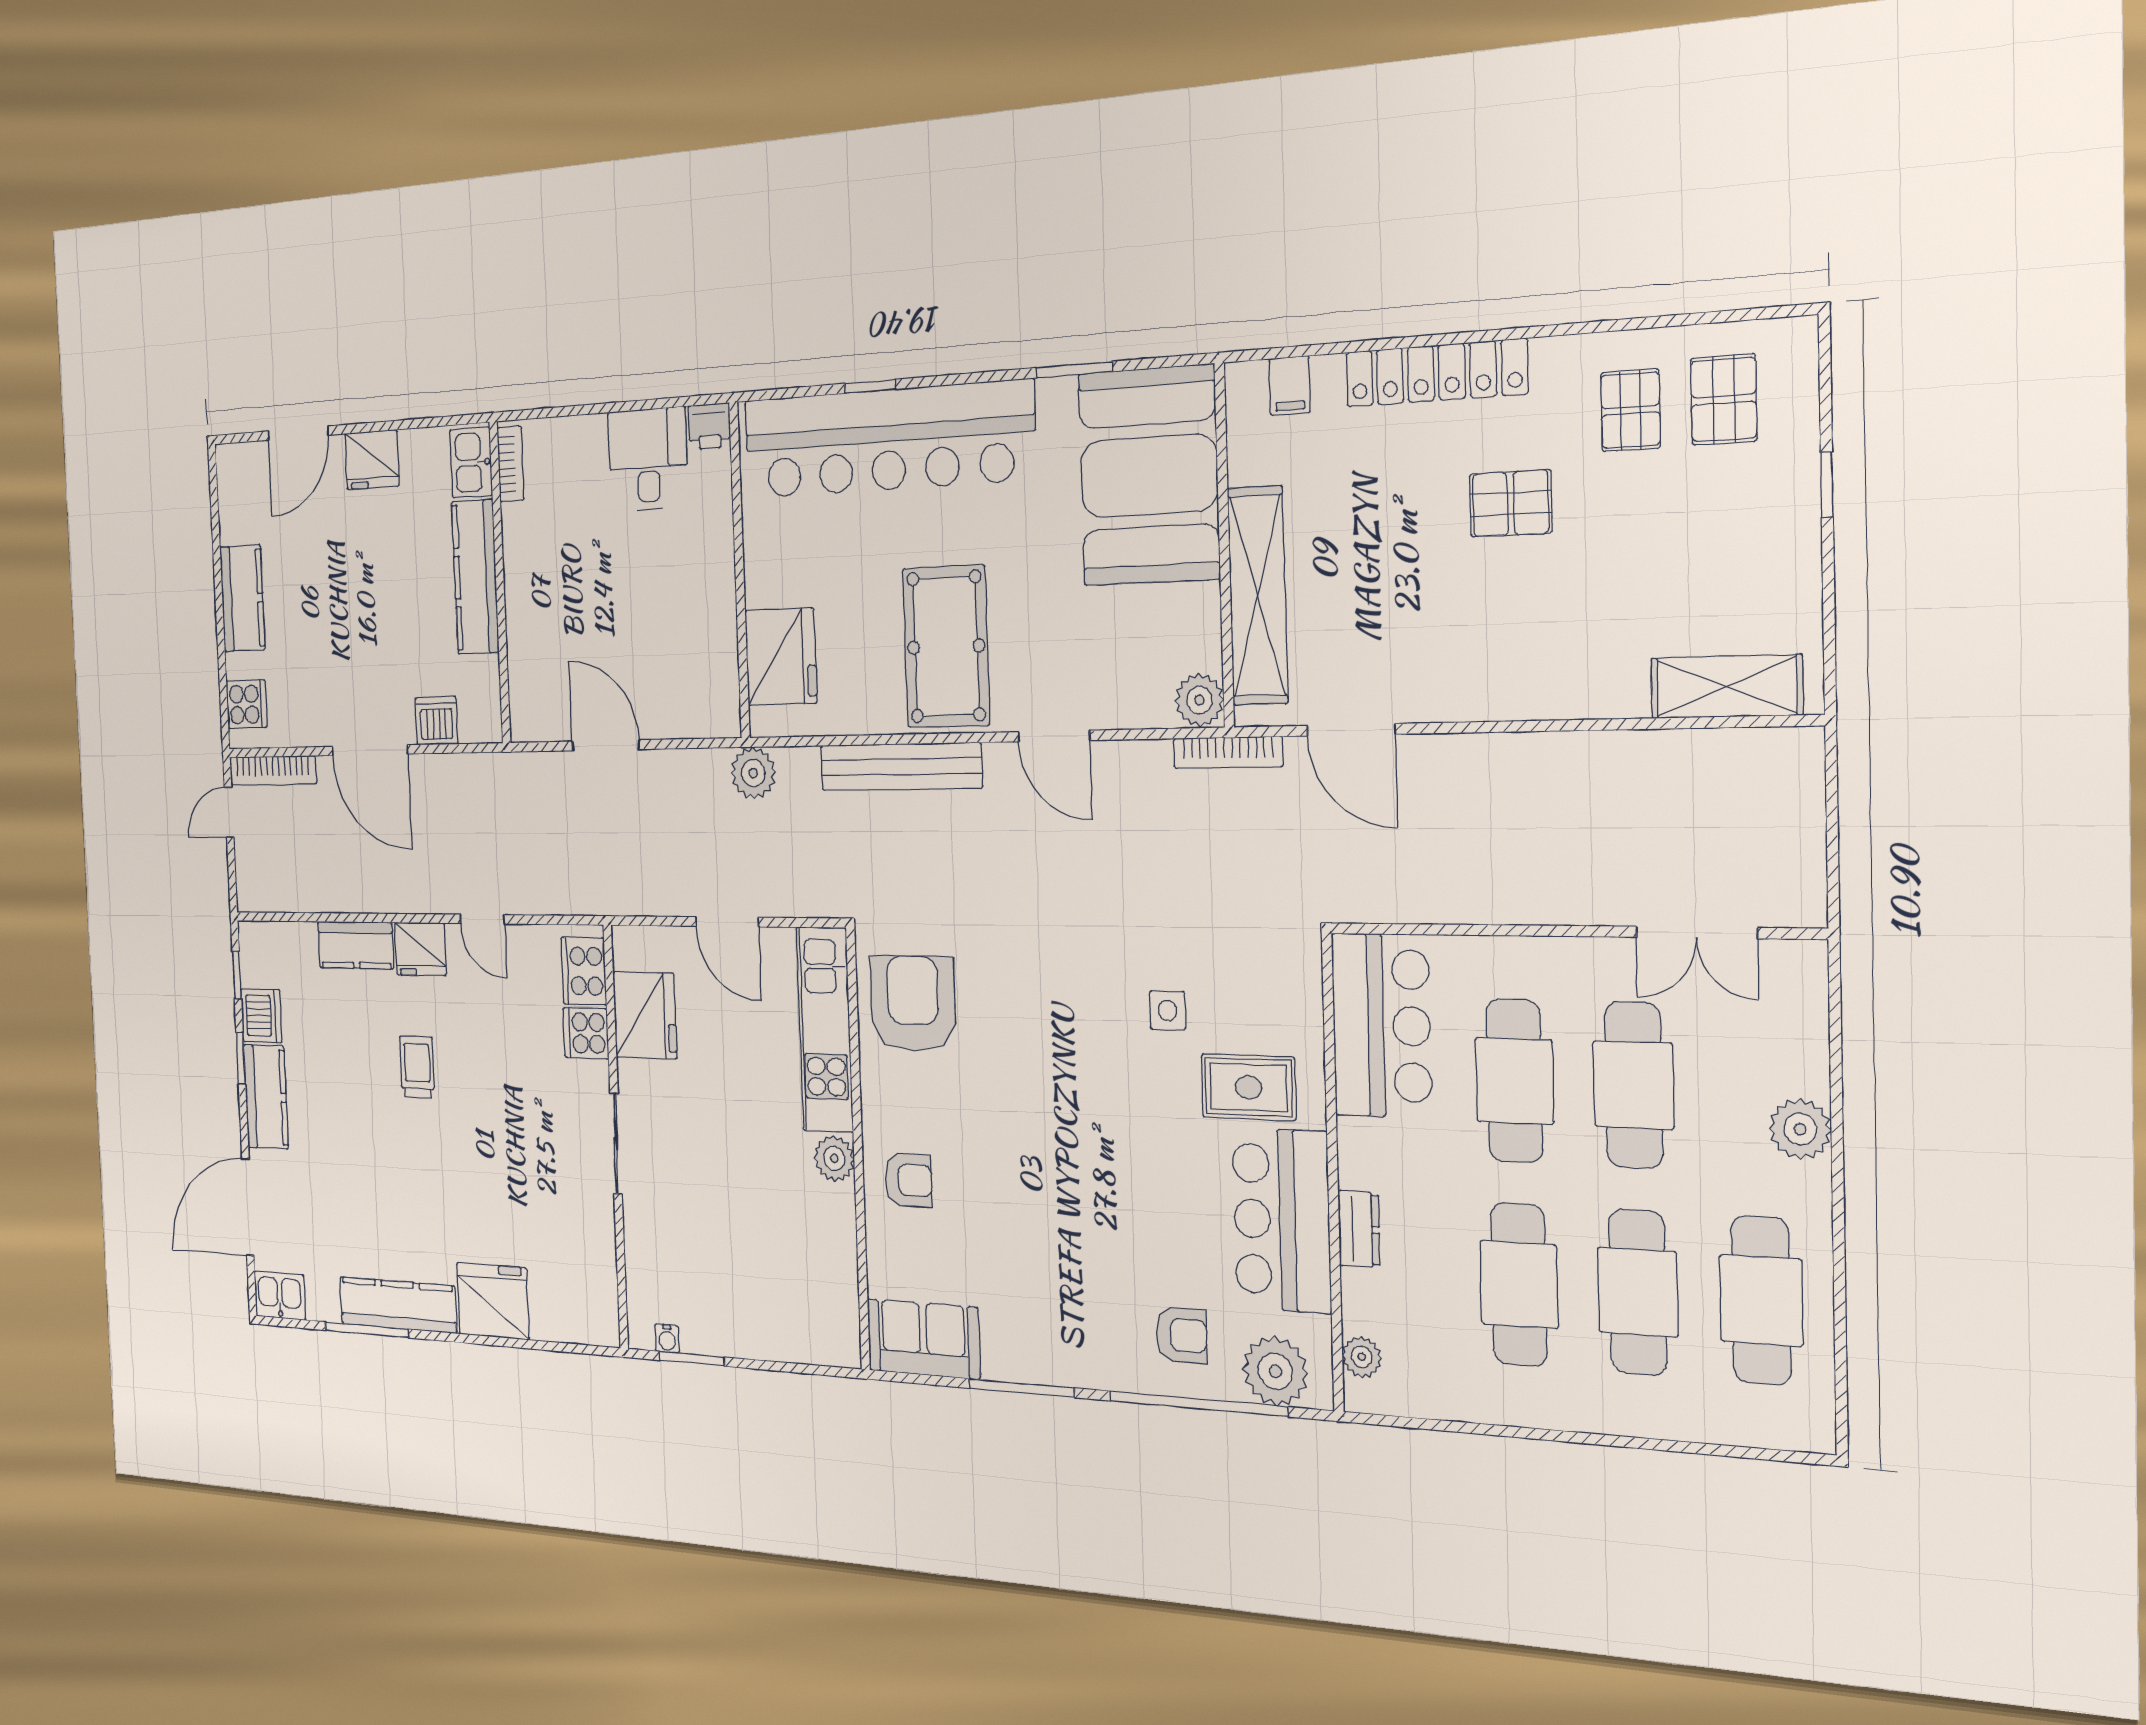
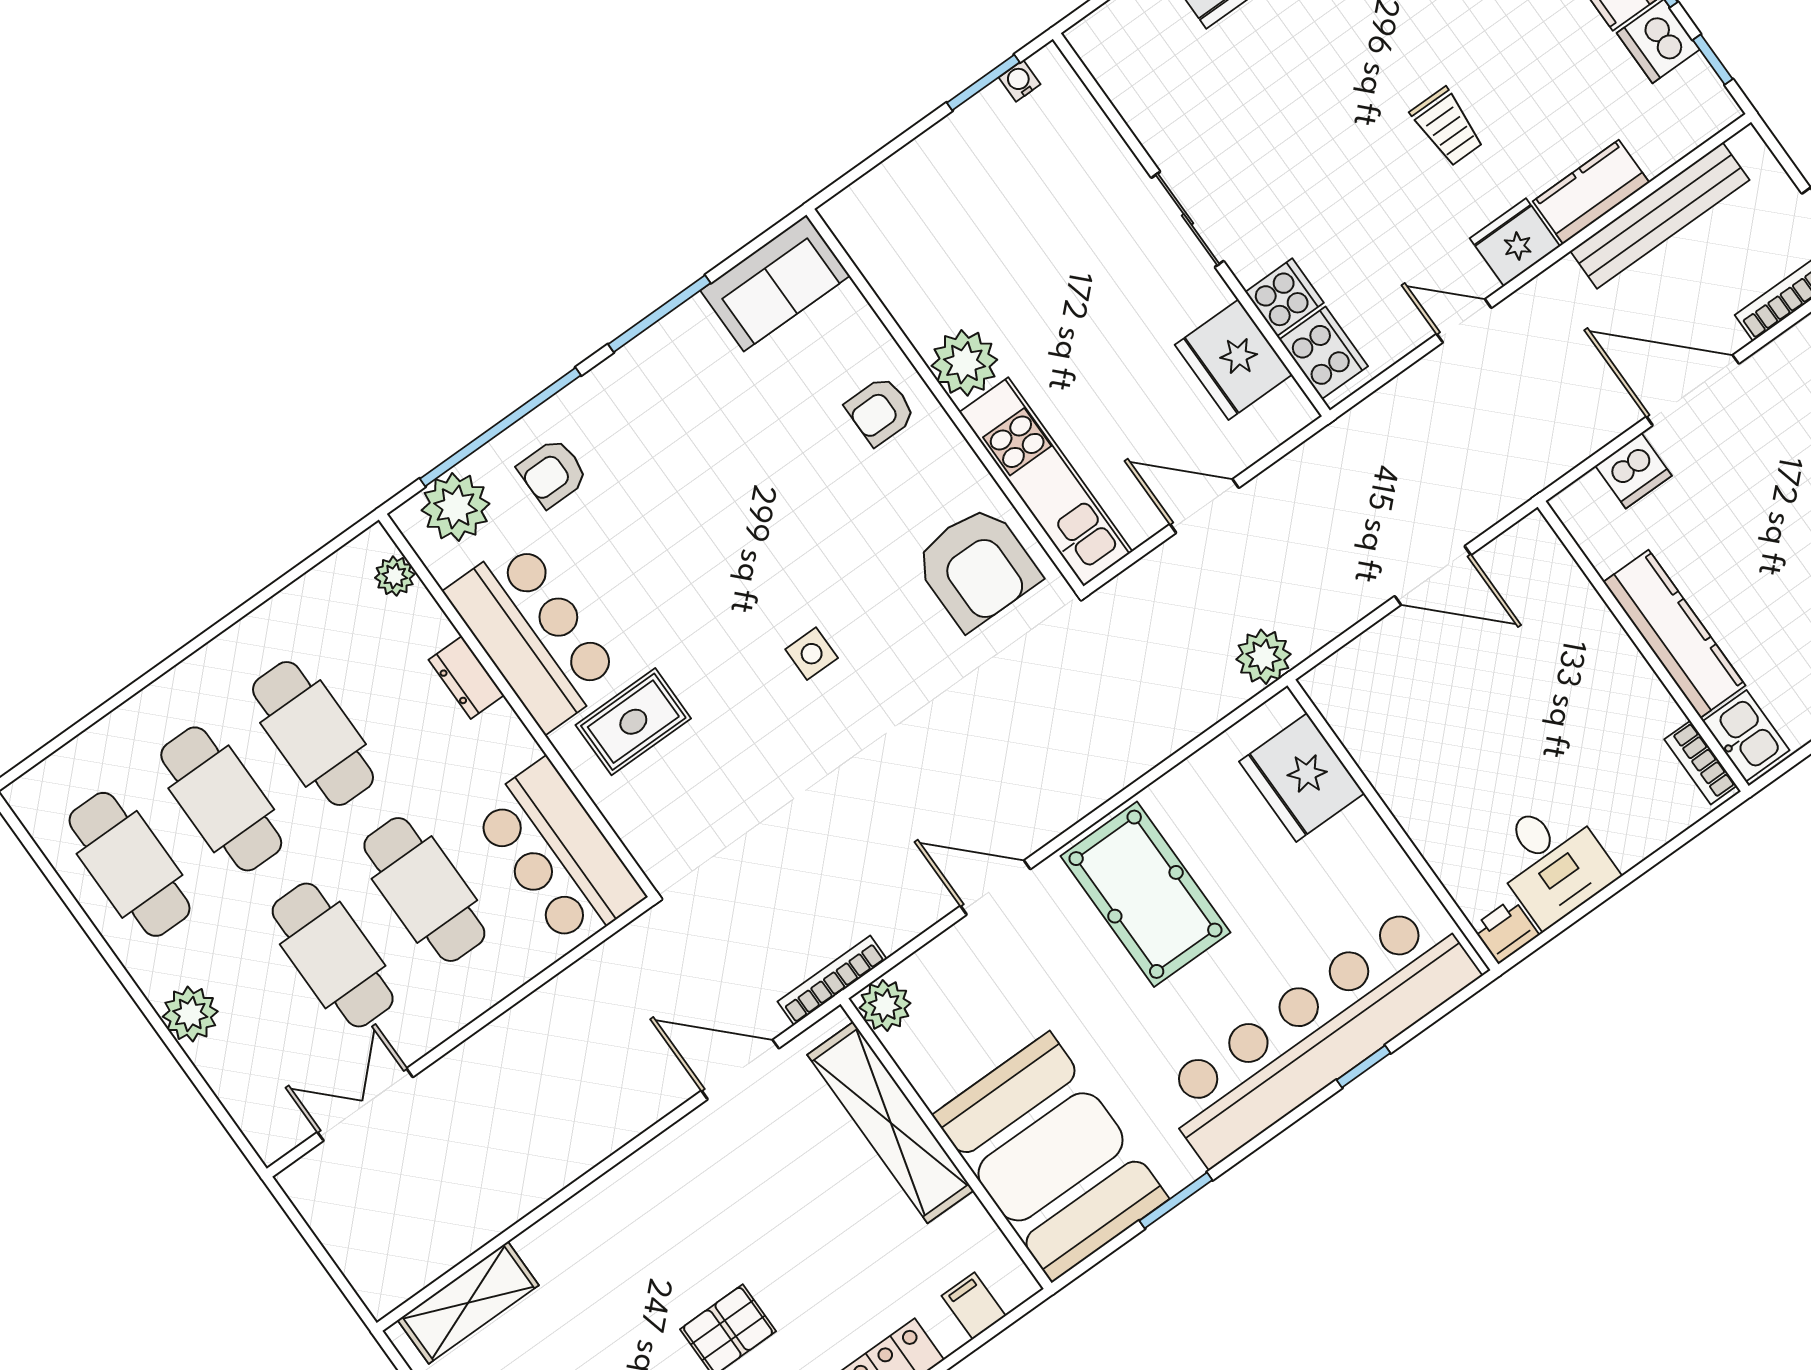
bench: (901, 767) -> (1660, 216), moved
side table: (1167, 1010) -> (812, 654), moved
plant: (834, 1158) -> (964, 363), width x1.36, depth x1.36

